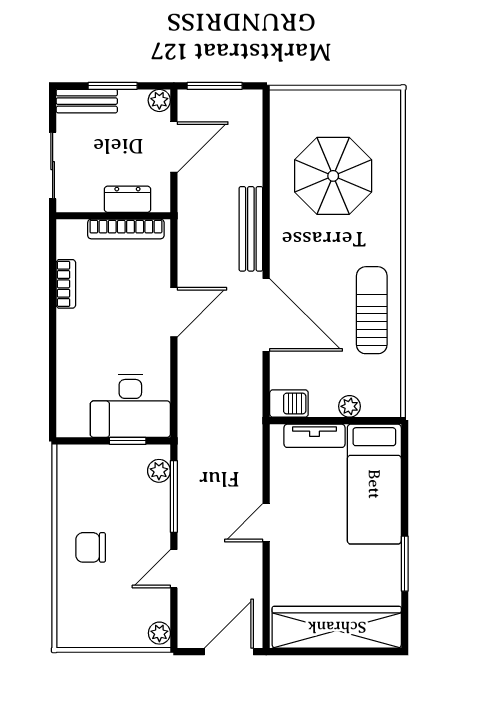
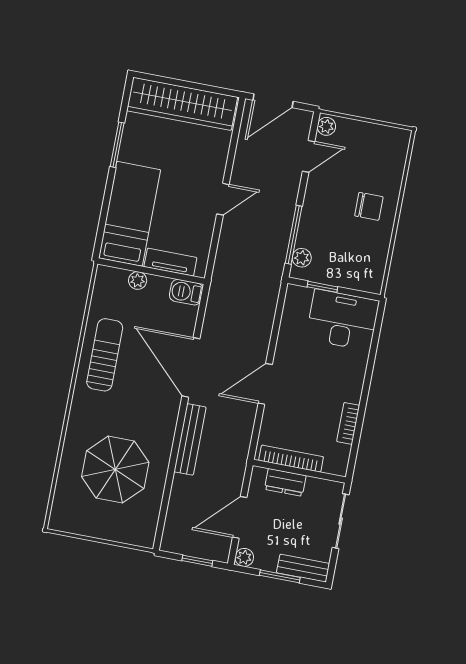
window: (215, 86) -> (197, 561), width x0.67
sun lounger: (372, 310) -> (105, 355), turned 180
desk: (130, 406) -> (342, 320), moved
door: (174, 569) -> (309, 156), moved

